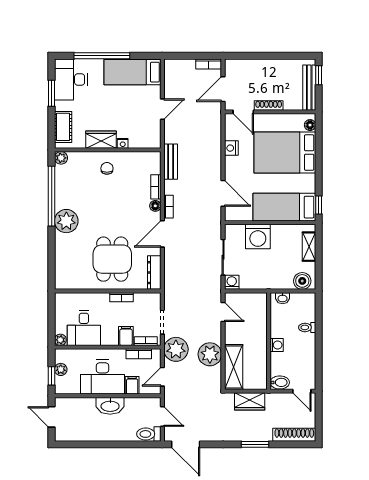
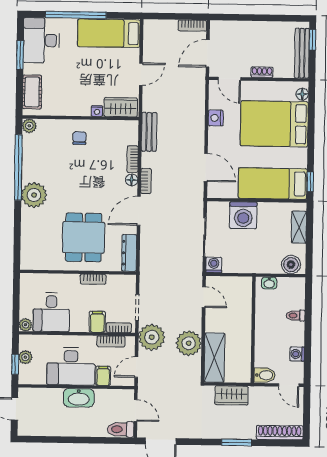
shoe rack: (269, 106) -> (262, 72), width x0.70
wardrobe: (101, 140) -> (121, 107), moved
washing machine: (277, 345) -> (297, 354), moved, turned 180

